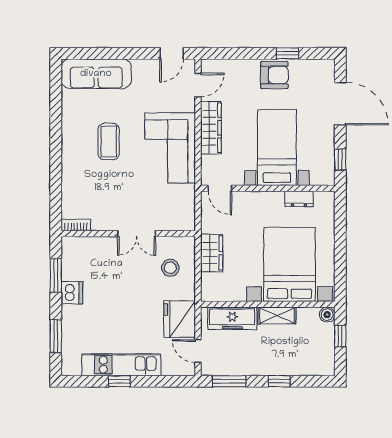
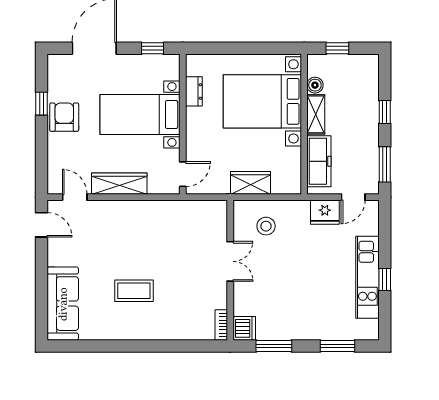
corner sofa: (170, 148) -> (140, 226), removed
dishwasher: (72, 293) -> (244, 328), moved, turned 90
boiler: (327, 315) -> (315, 85), moved
fridge: (180, 319) -> (325, 212), width x0.73, depth x0.75

